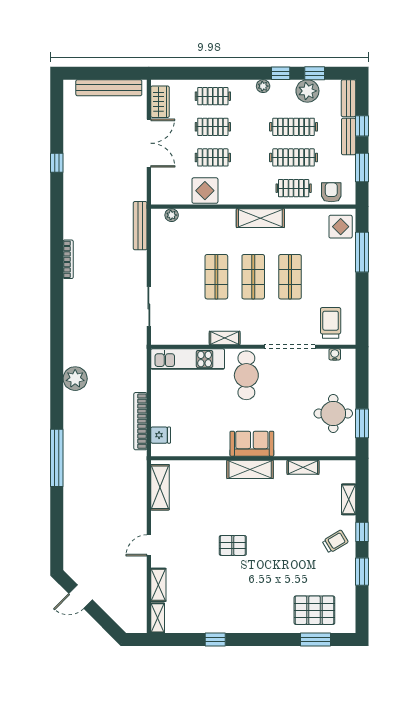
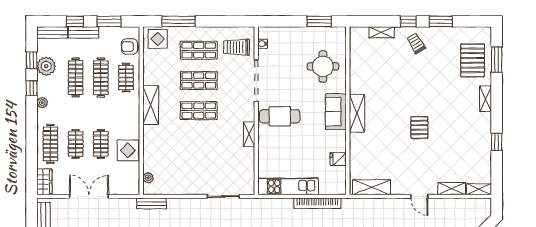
clothes rail: (213, 96) -> (50, 144), width x1.36
wardrobe: (160, 102) -> (44, 182), moved, turned 90
bench: (140, 226) -> (151, 204), width x0.73
shop shelf: (216, 277) -> (199, 50), moved
kitchen unit: (188, 359) -> (288, 186), moved, turned -90
round table: (333, 413) -> (323, 66), moved
fridge: (161, 435) -> (338, 159), moved, turned -90
shelving: (303, 467) -> (486, 99), moved

